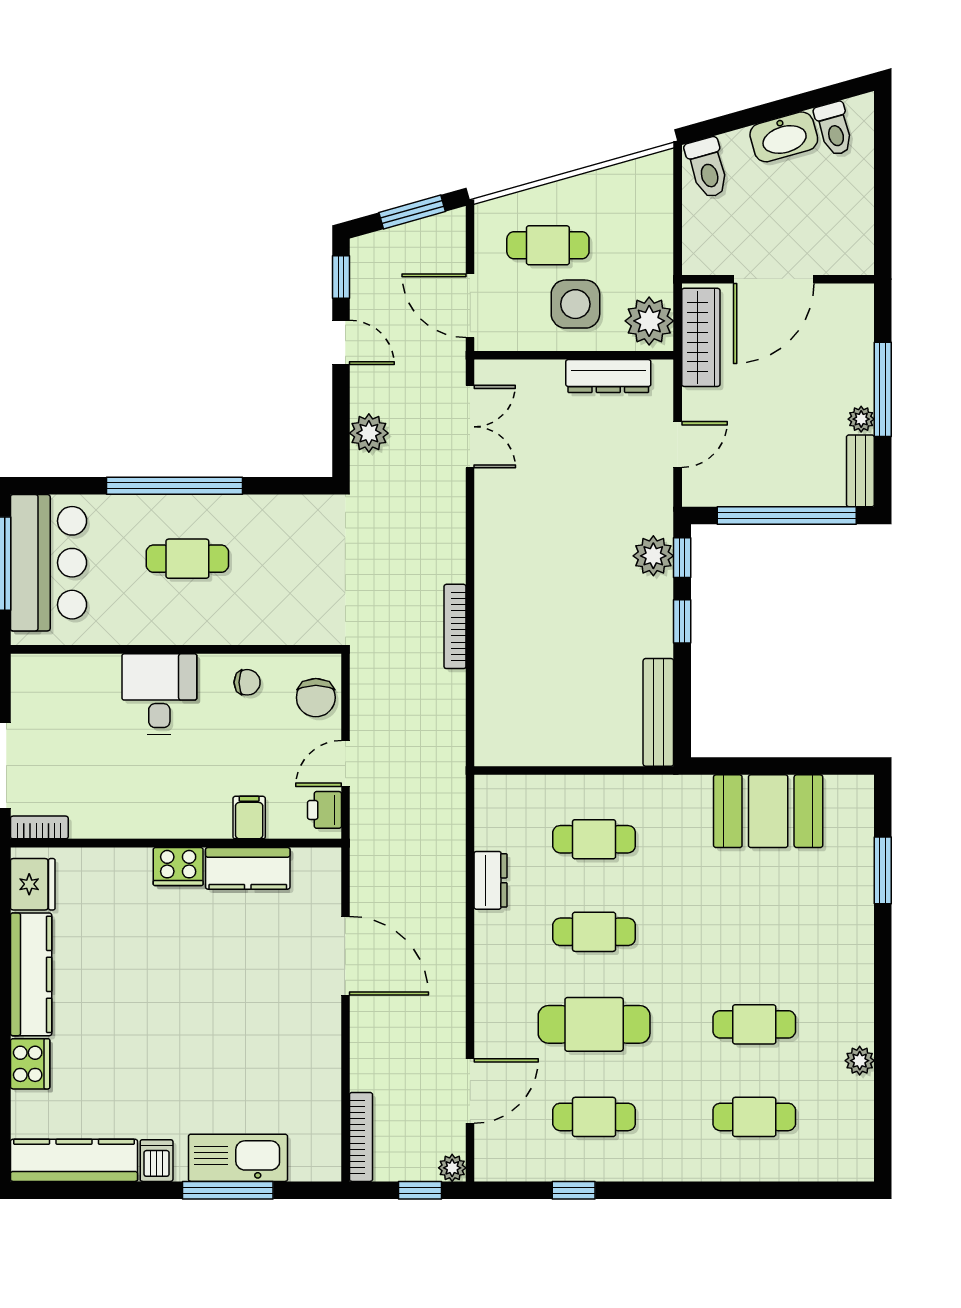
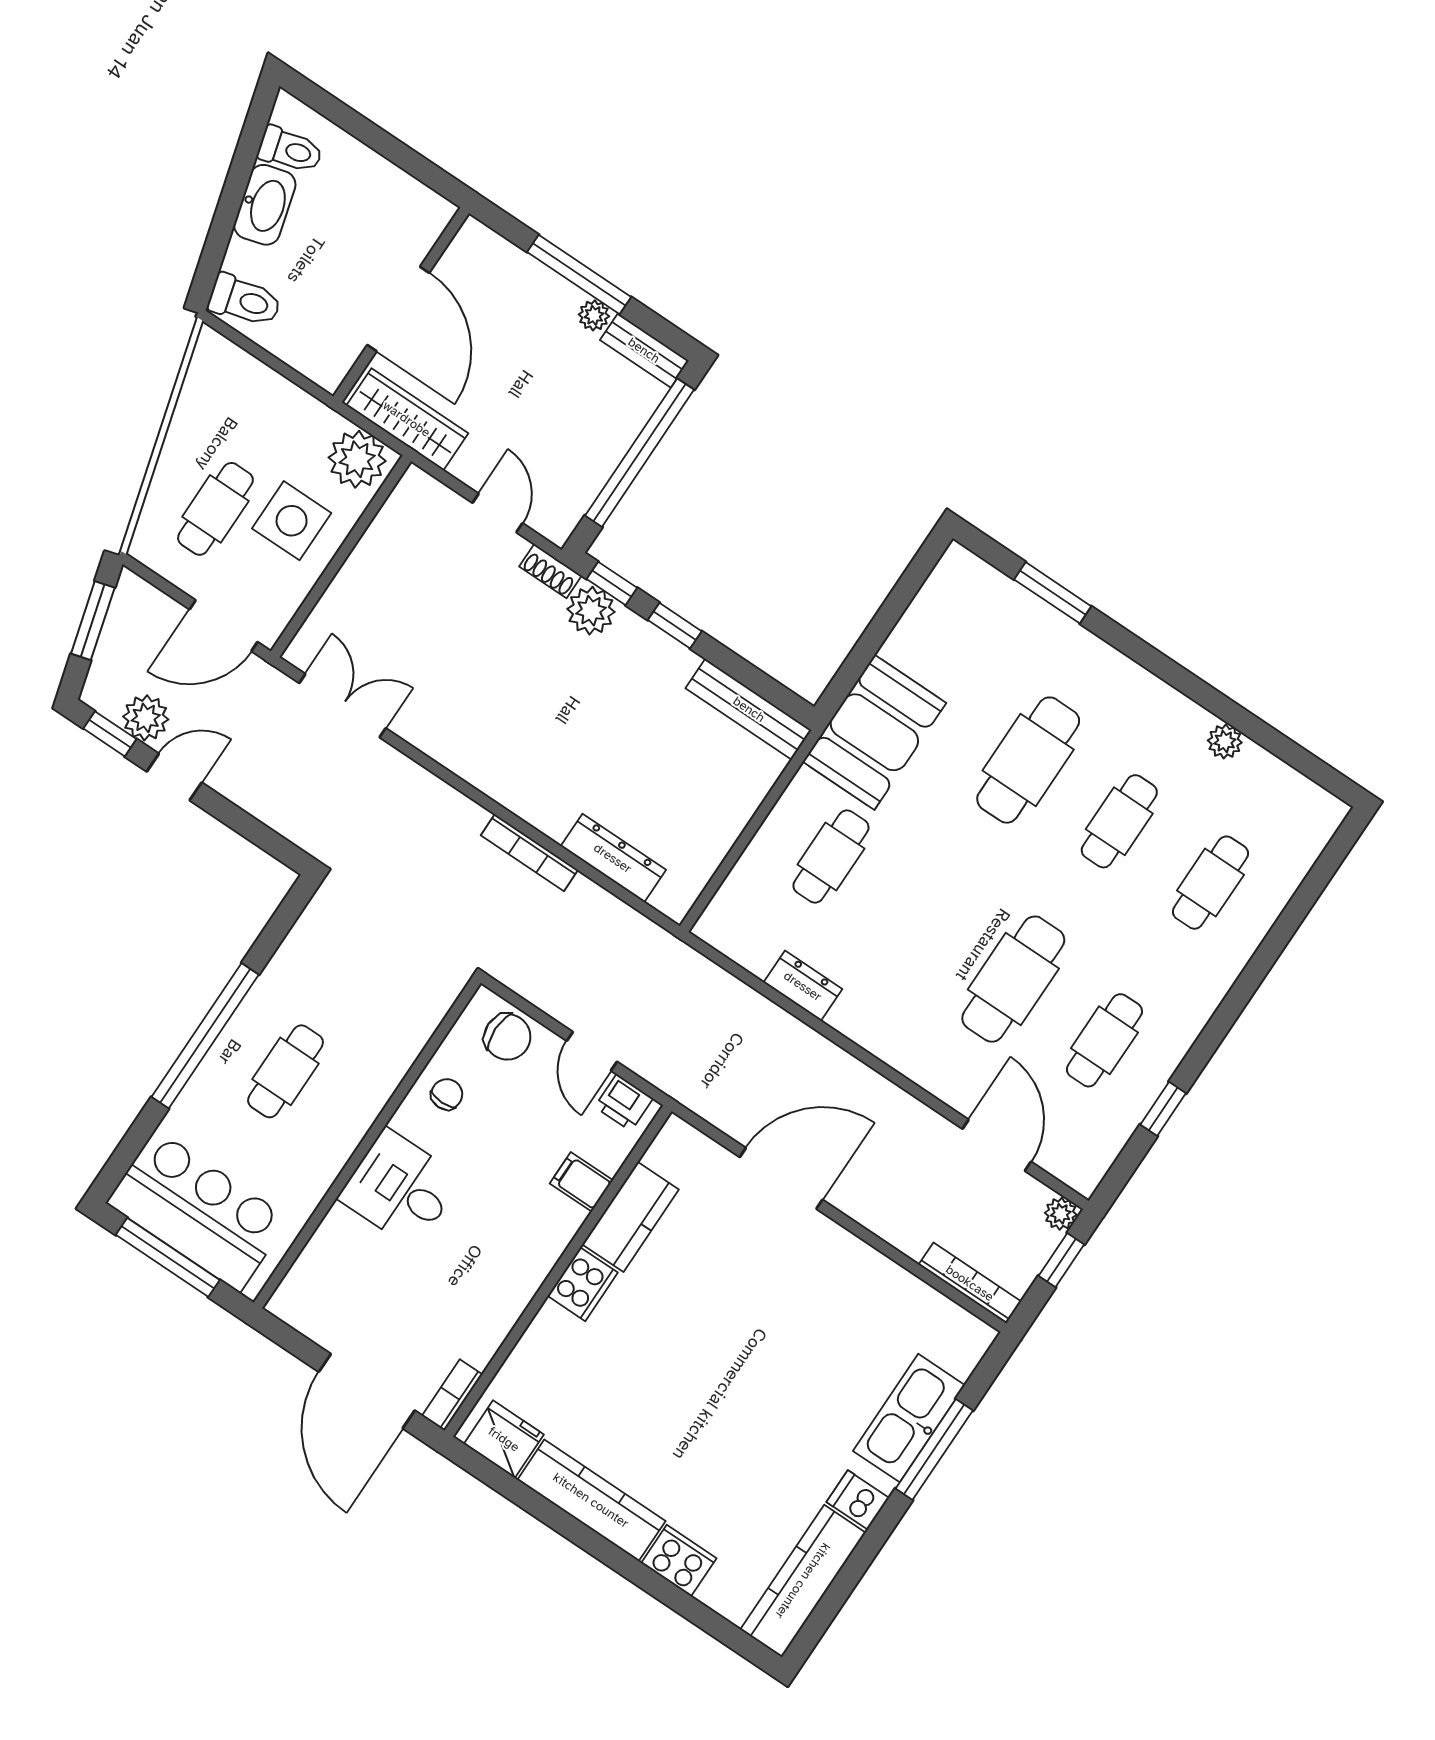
dresser: (608, 376) -> (613, 858), moved, turned -90
plant: (369, 433) -> (146, 718), moved
shoe rack: (662, 509) -> (550, 571), added
booth: (768, 811) -> (874, 732), moved
cafe table: (594, 932) -> (1028, 760), moved, width x1.37, depth x1.35

